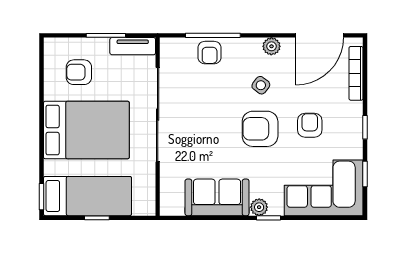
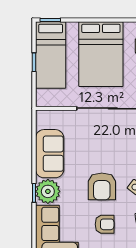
armchair: (260, 129) -> (102, 186), turned 180
plant: (259, 207) -> (48, 191), width x1.88, depth x1.88

